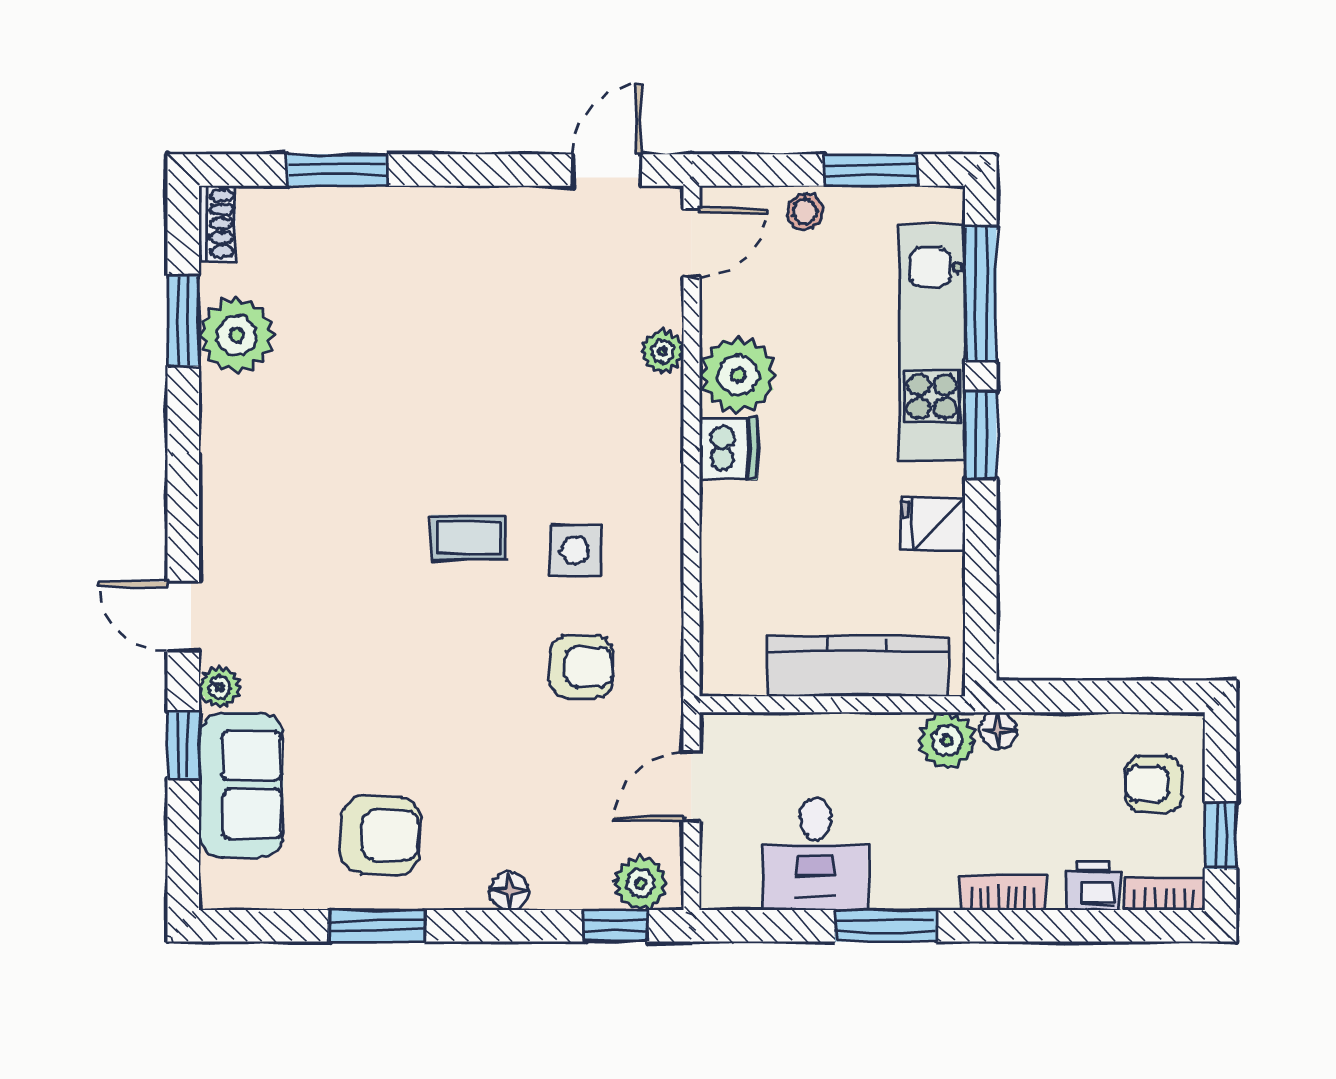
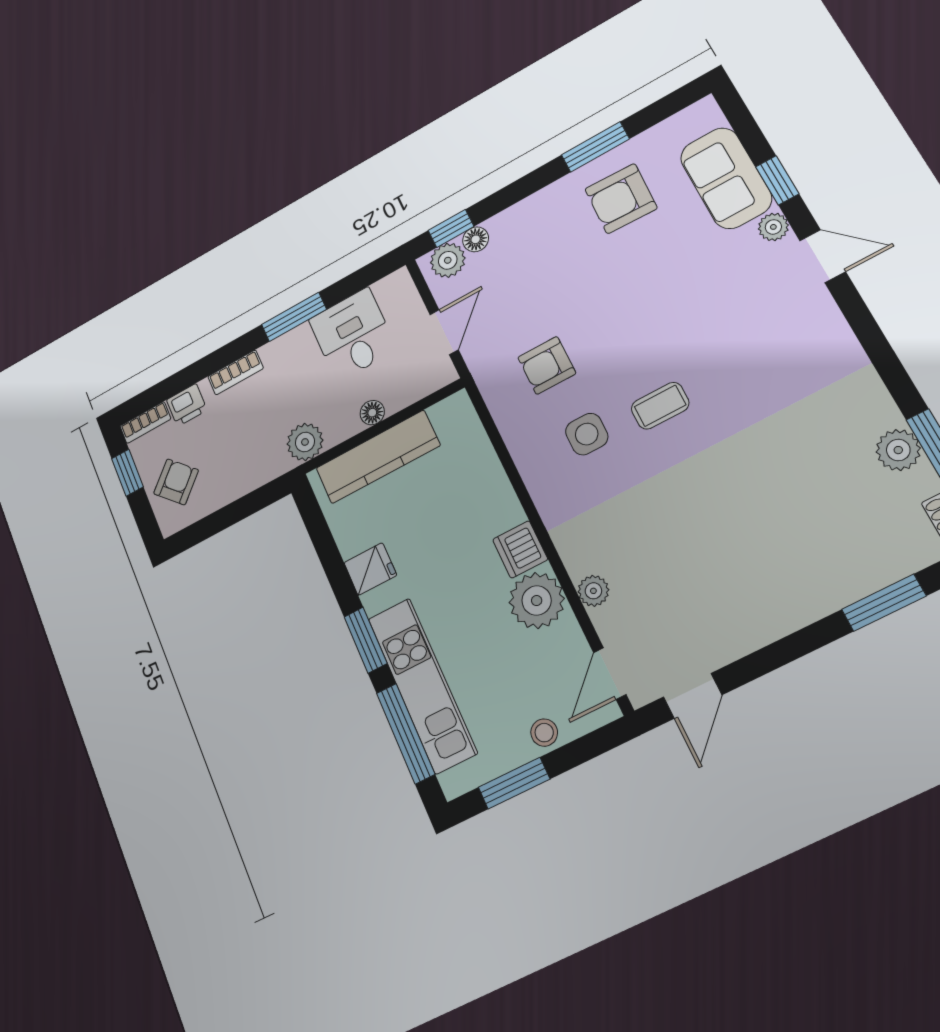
plant: (237, 335) -> (898, 450), width x0.73, depth x0.73
floor lamp: (998, 730) -> (372, 413), moved
armchair: (1154, 784) -> (176, 482), turned -44
floor lamp: (509, 891) -> (476, 239), moved

